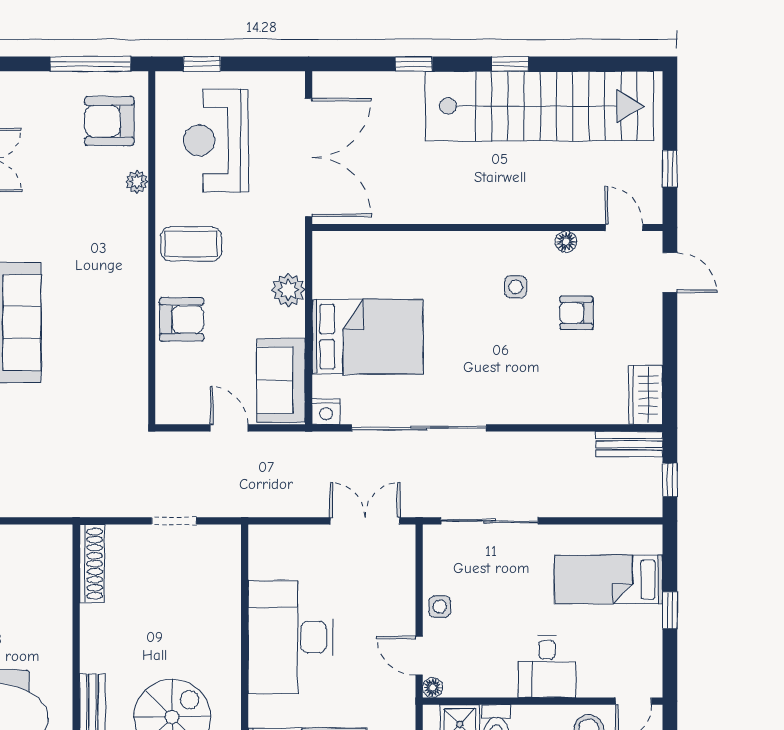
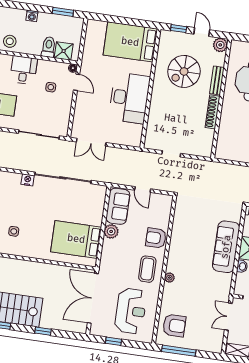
window: (202, 64) -> (114, 341), moved
plant: (137, 182) -> (169, 278), moved
coffee table: (191, 244) -> (147, 269), turned 90
plant: (288, 290) -> (111, 231), moved
bed: (367, 337) -> (76, 239), moved
nightstand: (326, 412) -> (28, 180), moved
shoe rack: (92, 564) -> (213, 112), moved
side table: (440, 607) -> (51, 87), moved

